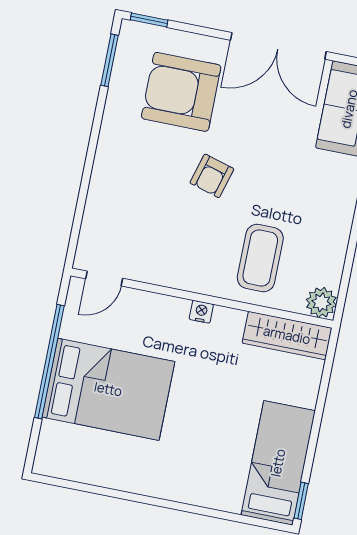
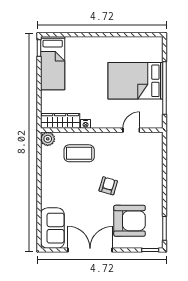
coffee table: (260, 258) -> (79, 153), turned 90
door: (104, 279) -> (131, 130), moved
nightstand: (201, 312) -> (86, 124), moved

